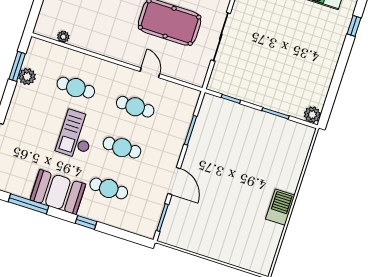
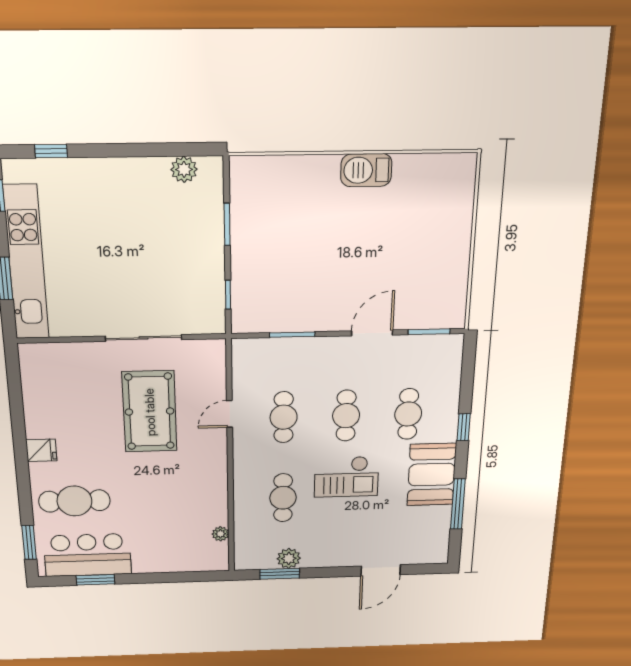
plant: (312, 115) -> (184, 169), moved

